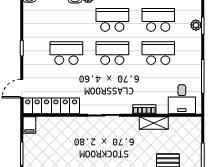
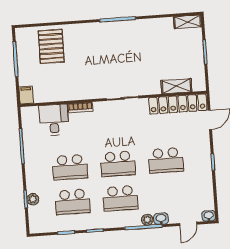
desk: (182, 99) -> (54, 120), moved
shelving: (154, 123) -> (176, 86), moved
filing cabinet: (29, 125) -> (26, 95), moved

